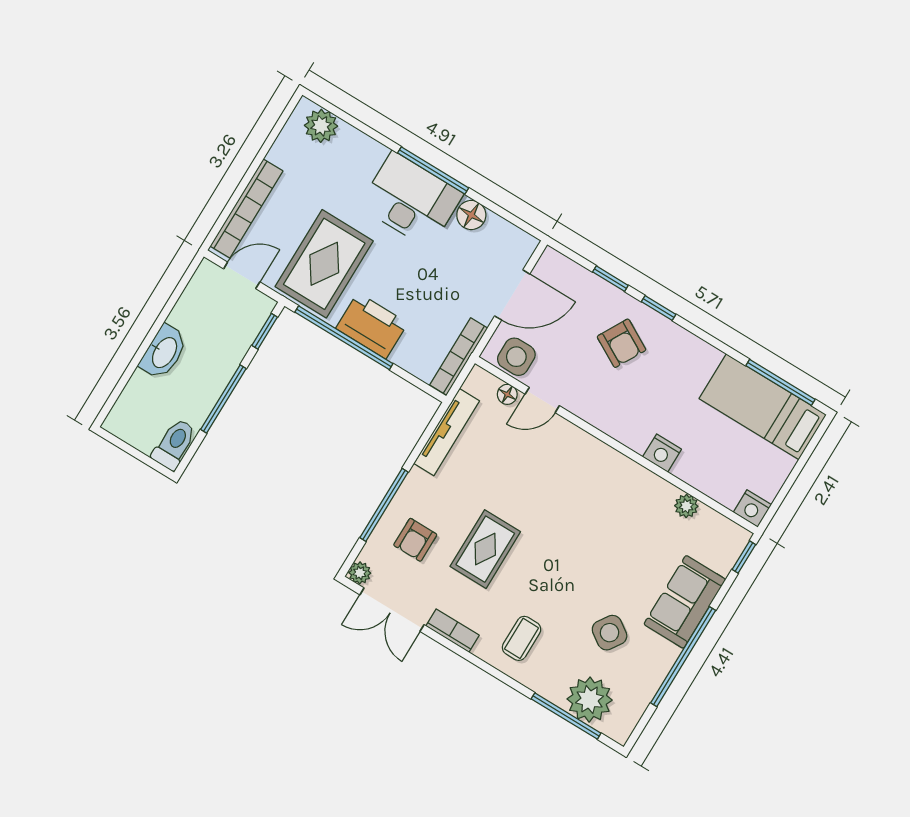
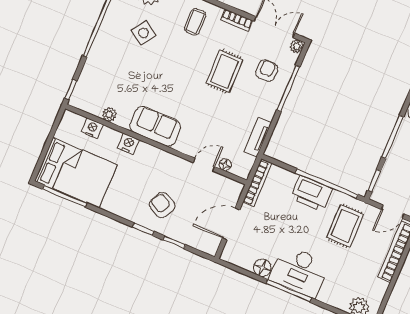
rug: (324, 264) -> (345, 226), width x0.73, depth x0.70
side table: (516, 357) -> (223, 188), removed
bed: (763, 407) -> (76, 173), width x1.50
tv unit: (447, 432) -> (258, 137), width x0.71
nightstand: (752, 508) -> (92, 128), moved
sofa: (685, 602) -> (155, 126), moved, turned -90

